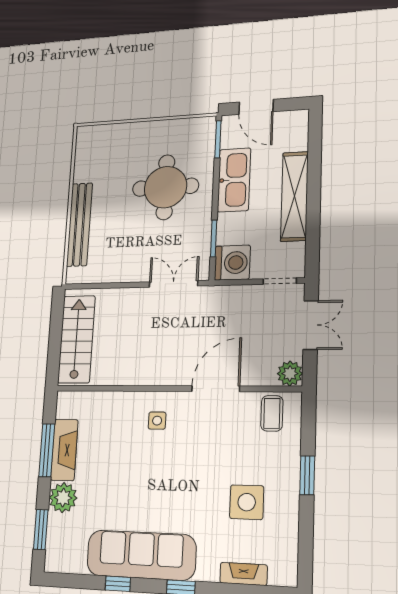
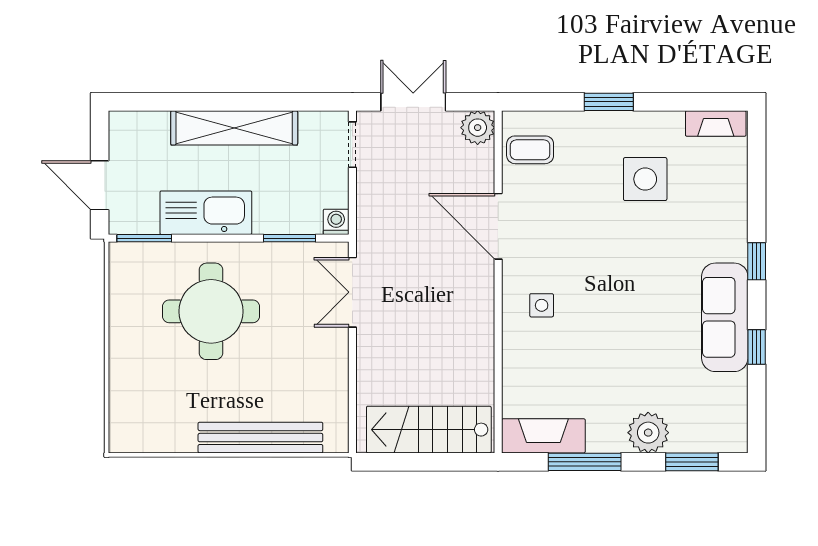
door: (256, 107) -> (100, 185), swing flipped
washing machine: (232, 263) -> (336, 222), width x0.53, depth x0.53
fireplace: (64, 450) -> (543, 436), moved
sofa: (141, 555) -> (725, 317), width x0.74, depth x0.79
fireplace: (244, 574) -> (716, 124), moved, turned -90

